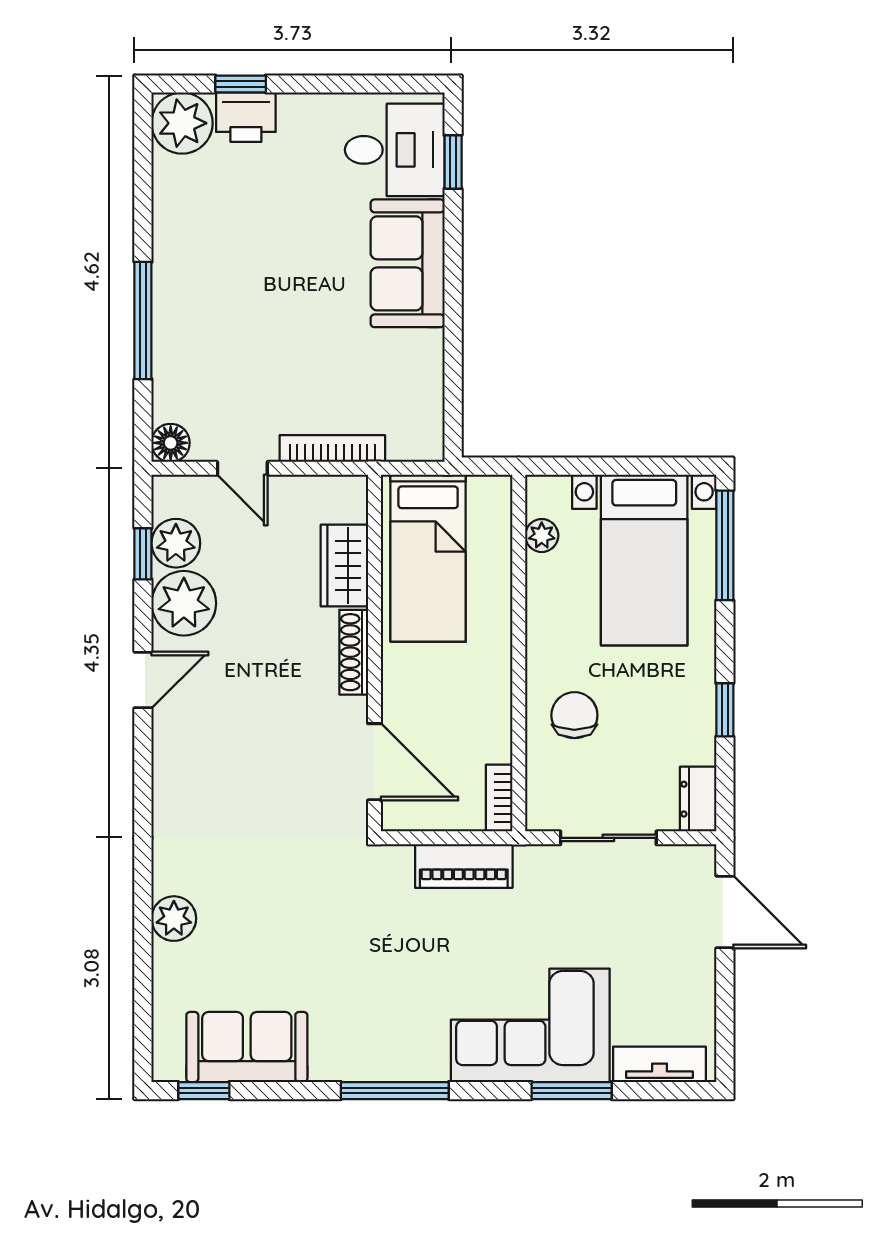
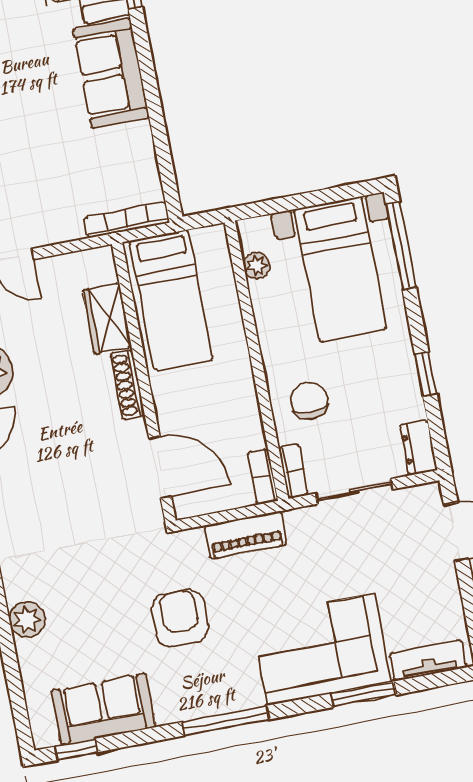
bookcase: (332, 448) -> (127, 220), moved
bookcase: (538, 798) -> (293, 471), added
armchair: (363, 953) -> (180, 618), added

